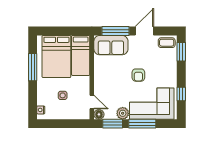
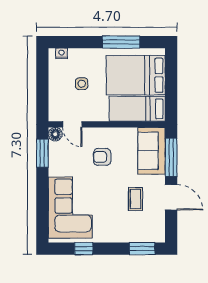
coffee table: (167, 43) -> (135, 199), moved
armchair: (138, 75) -> (102, 157), moved
door: (92, 102) -> (72, 124), hinge flipped
plant: (123, 113) -> (57, 167), removed
window: (142, 124) -> (42, 195), removed

